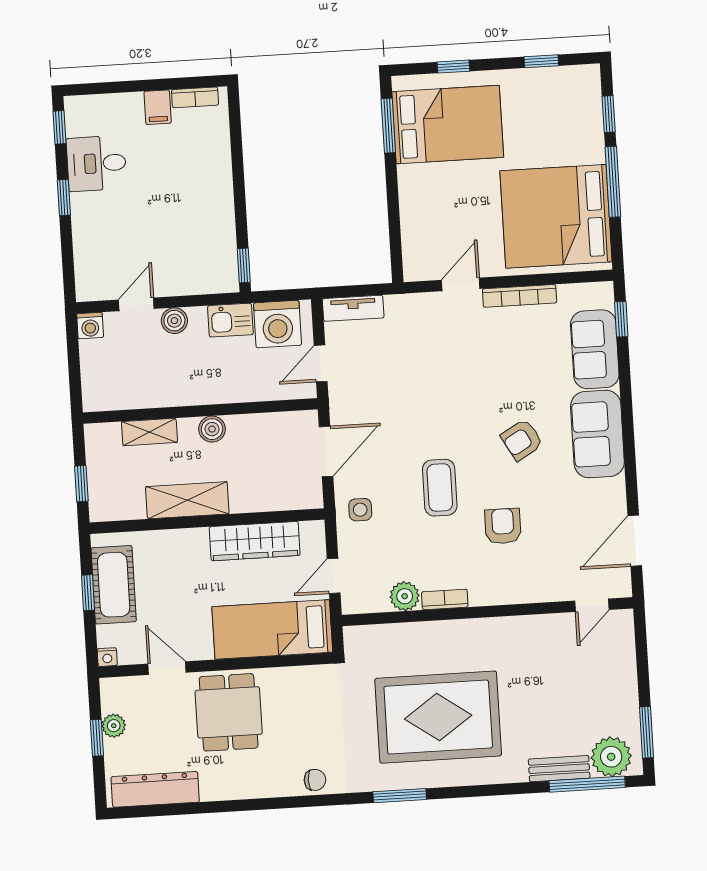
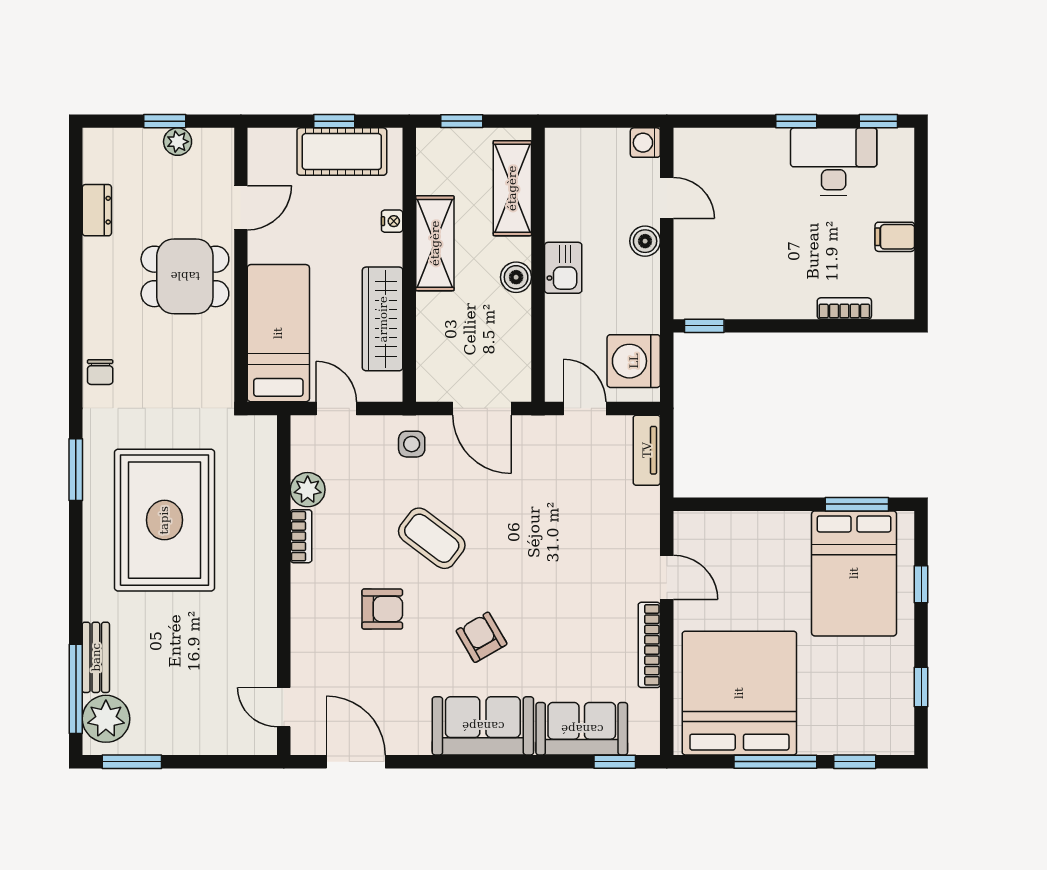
bookcase: (195, 97) -> (844, 308), moved, turned 90
desk: (96, 163) -> (834, 162), width x1.37
kitchen sink: (230, 320) -> (563, 268), moved, turned 180
shelving: (149, 432) -> (512, 188), width x1.50, depth x1.33
coffee table: (440, 488) -> (432, 538), turned 37
nightstand: (107, 657) -> (392, 221), moved, turned 180
dresser: (155, 789) -> (97, 210), width x0.51, depth x0.80

